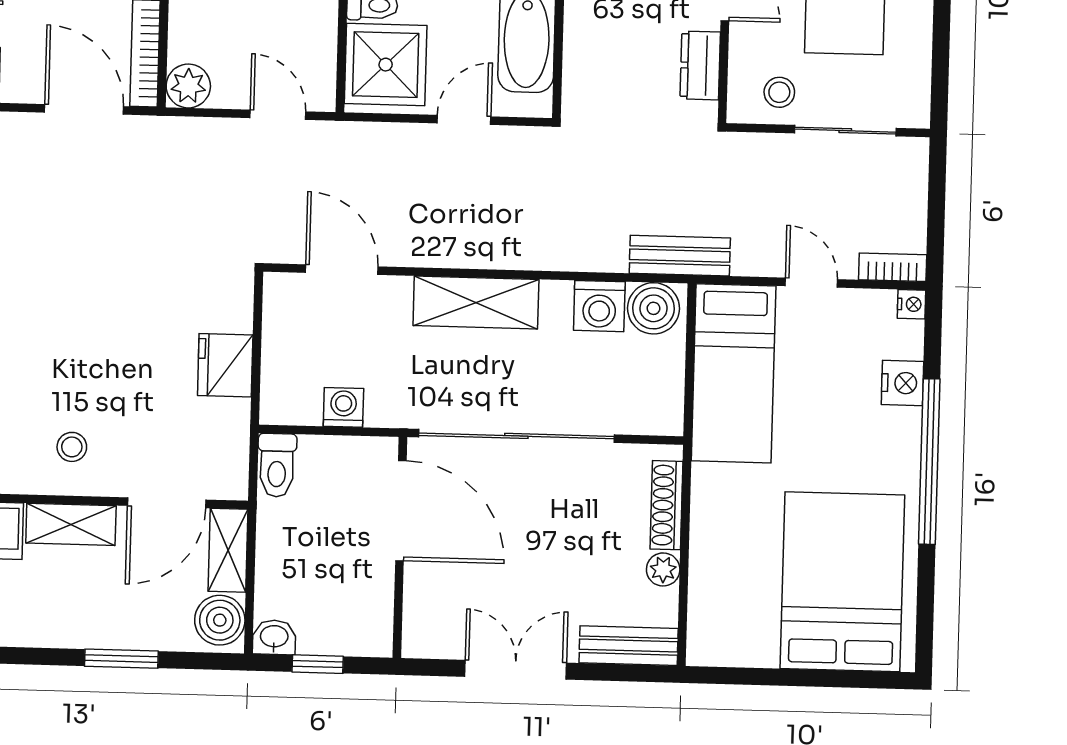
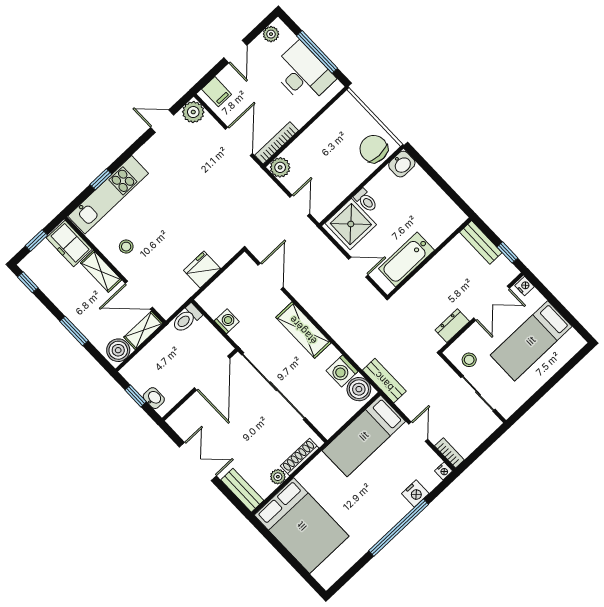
bed: (842, 582) -> (302, 526), moved, turned 90
washbasin: (274, 637) -> (154, 398), moved

